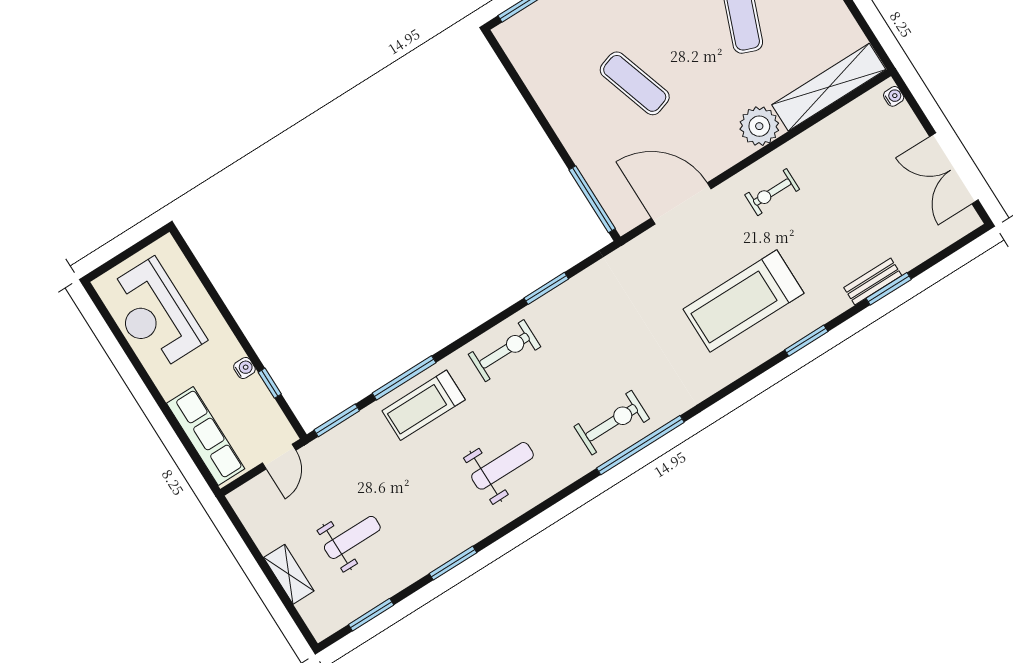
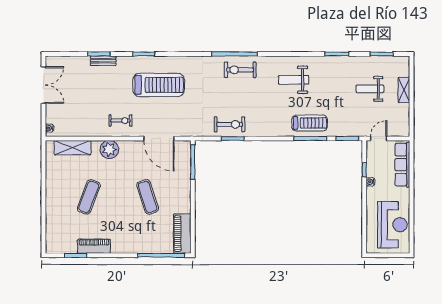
piano: (529, 56) -> (182, 234), added
shelving: (829, 87) -> (73, 148), width x0.68
exercise bike: (505, 351) -> (230, 124), moved, turned 180

